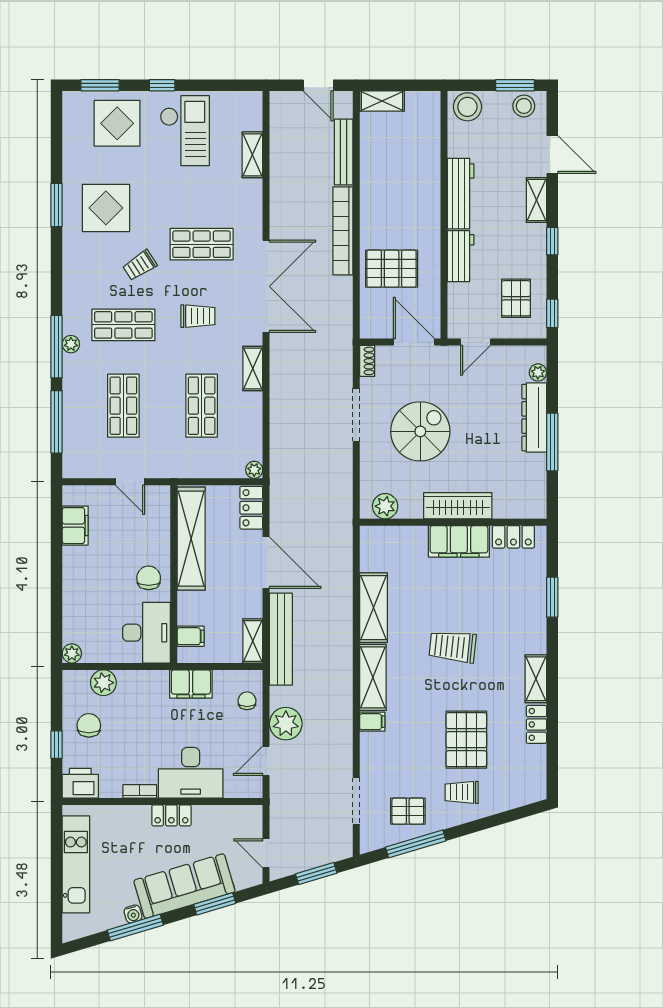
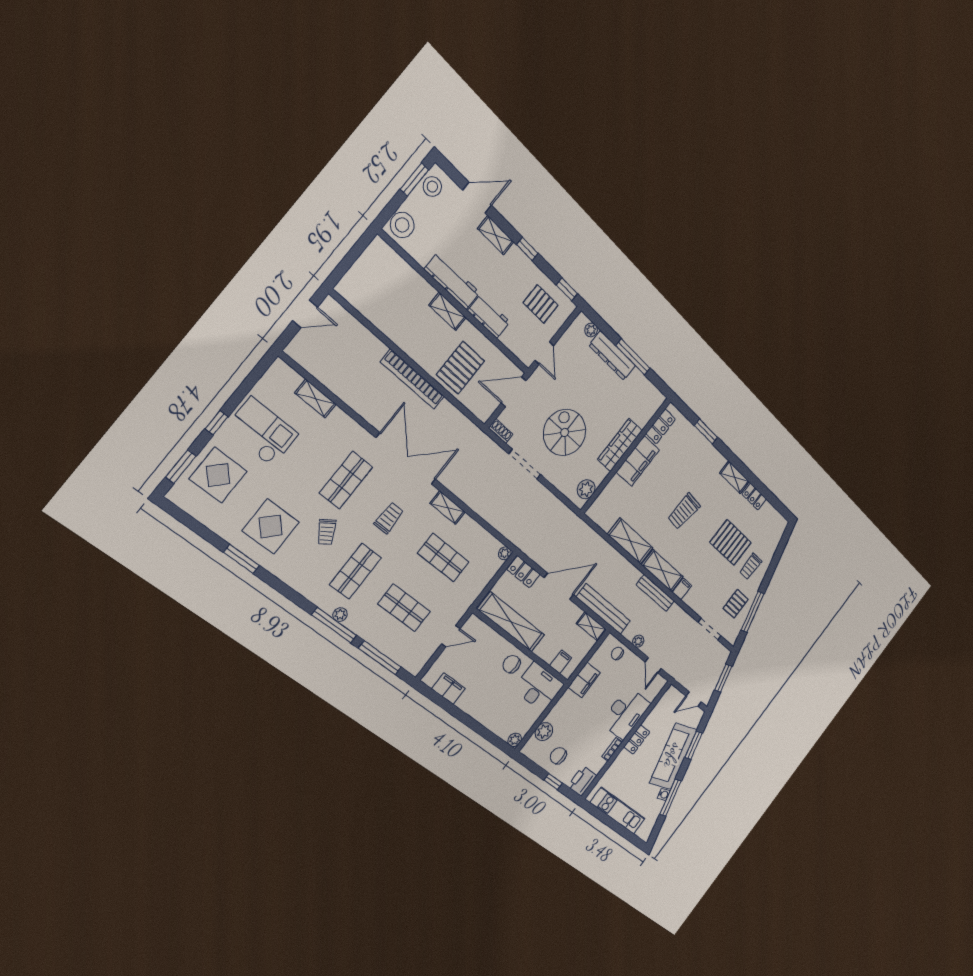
shelving: (382, 101) -> (448, 311), moved, turned 90
bench: (344, 152) -> (655, 593), moved
plant: (286, 724) -> (638, 641), width x0.53, depth x0.53

